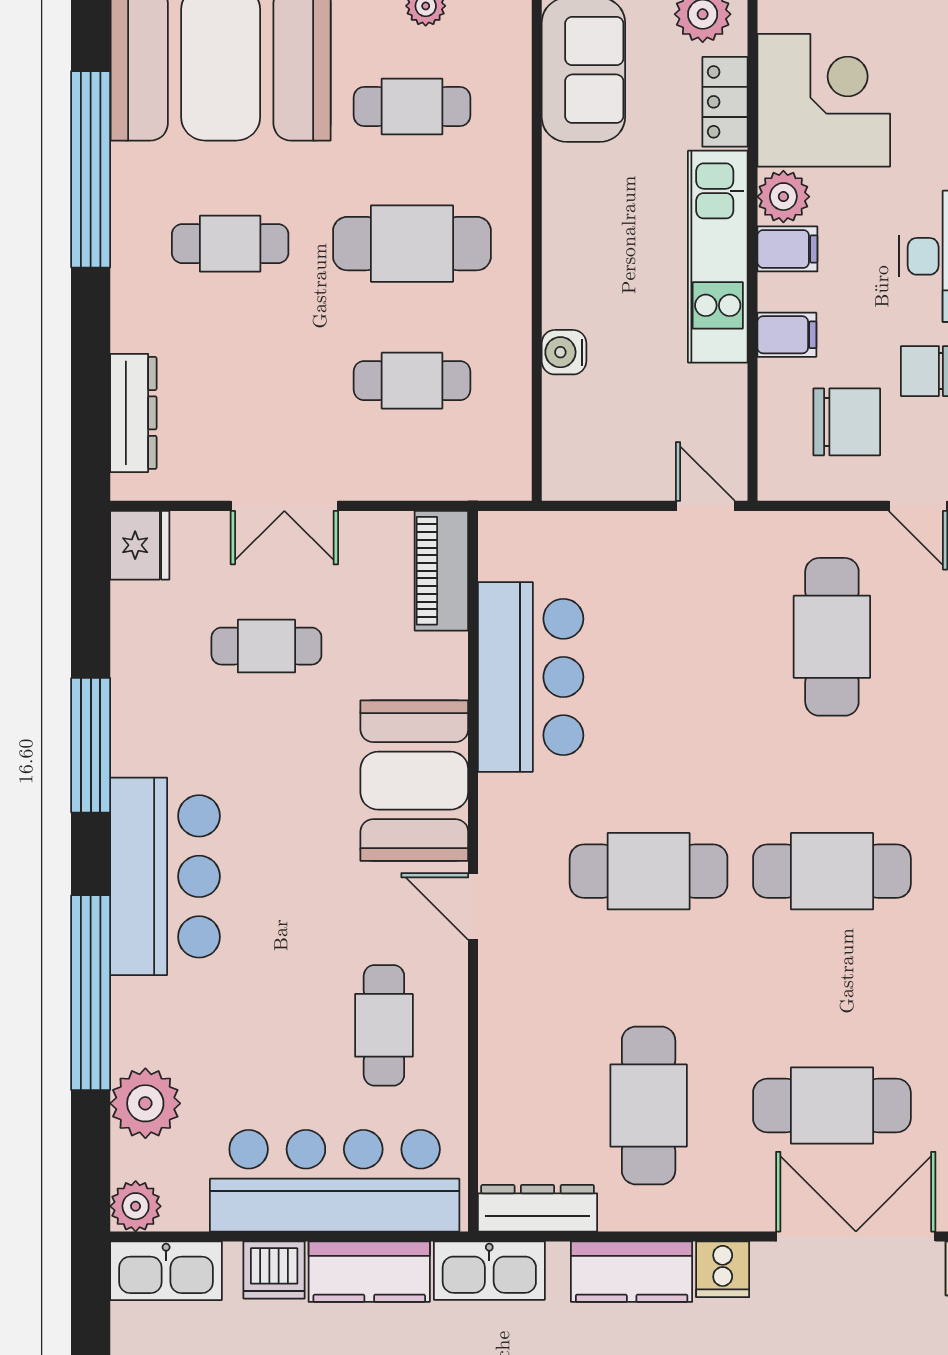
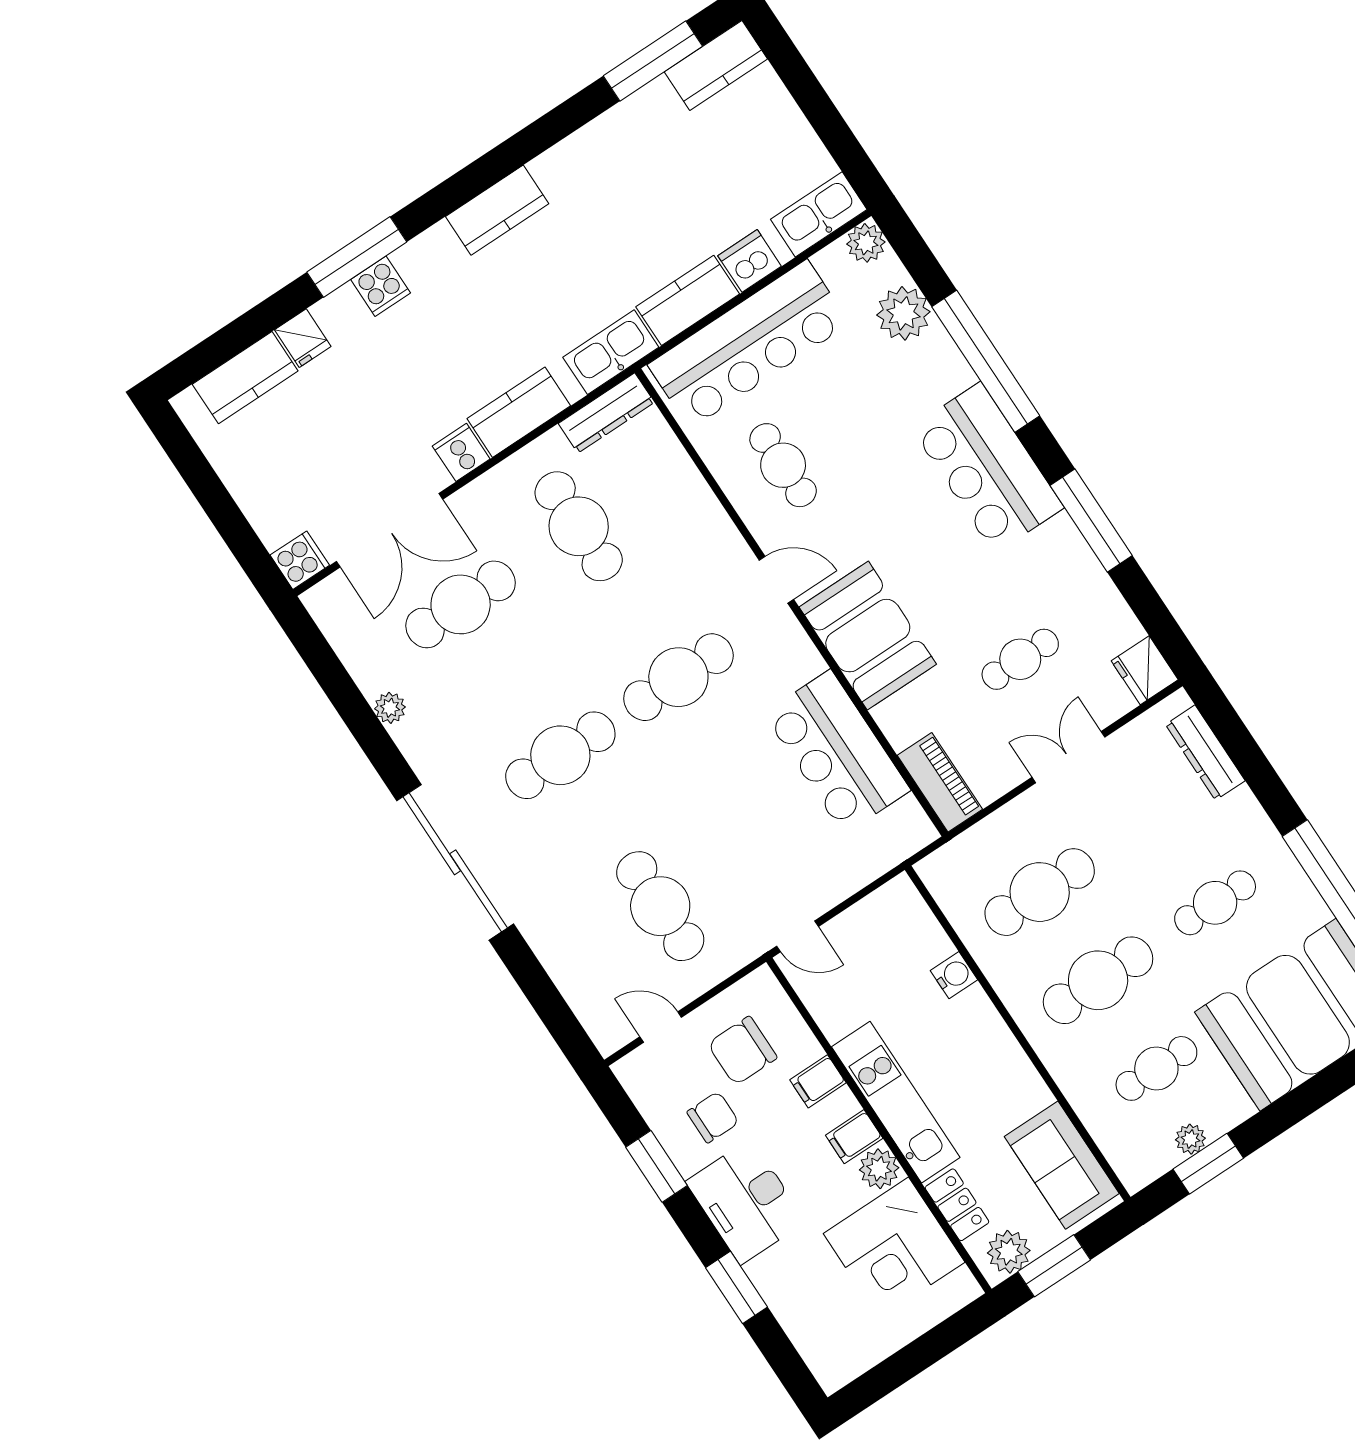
cafe table: (412, 381) -> (1040, 892), width x1.37, depth x1.35

